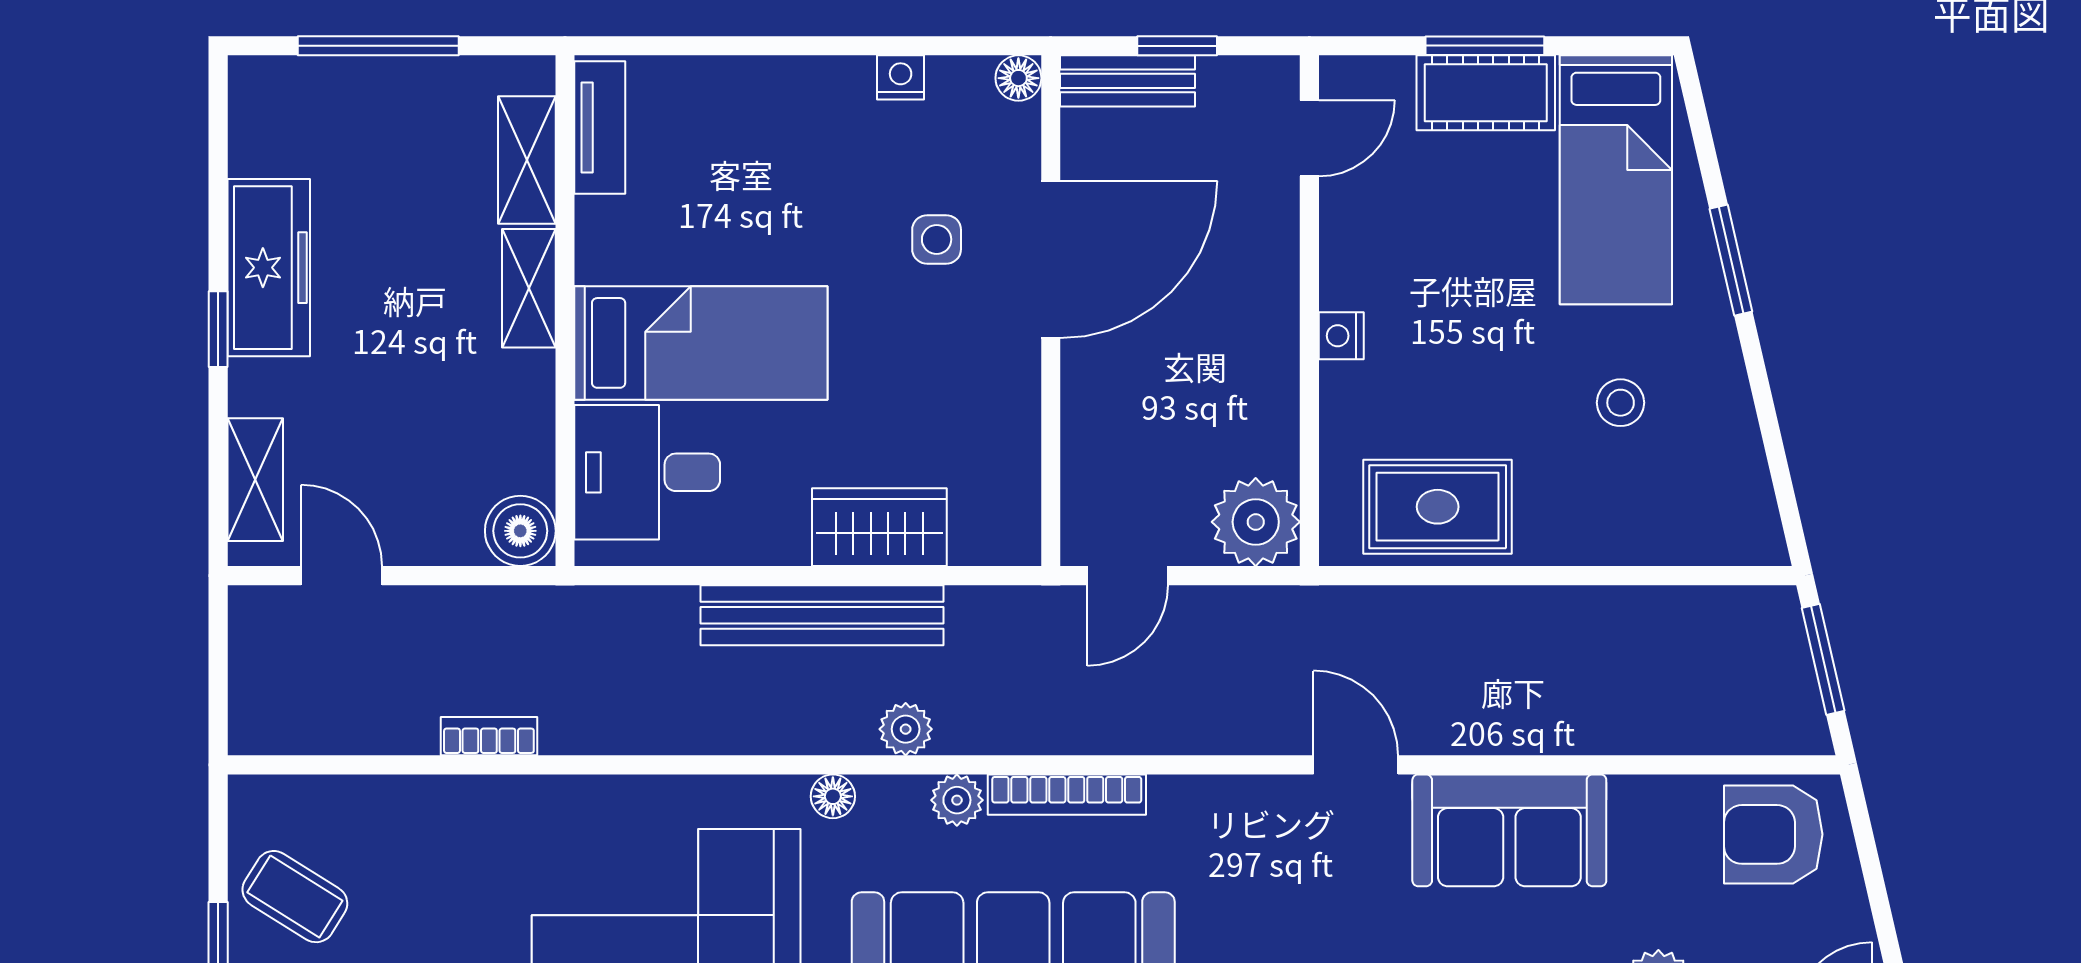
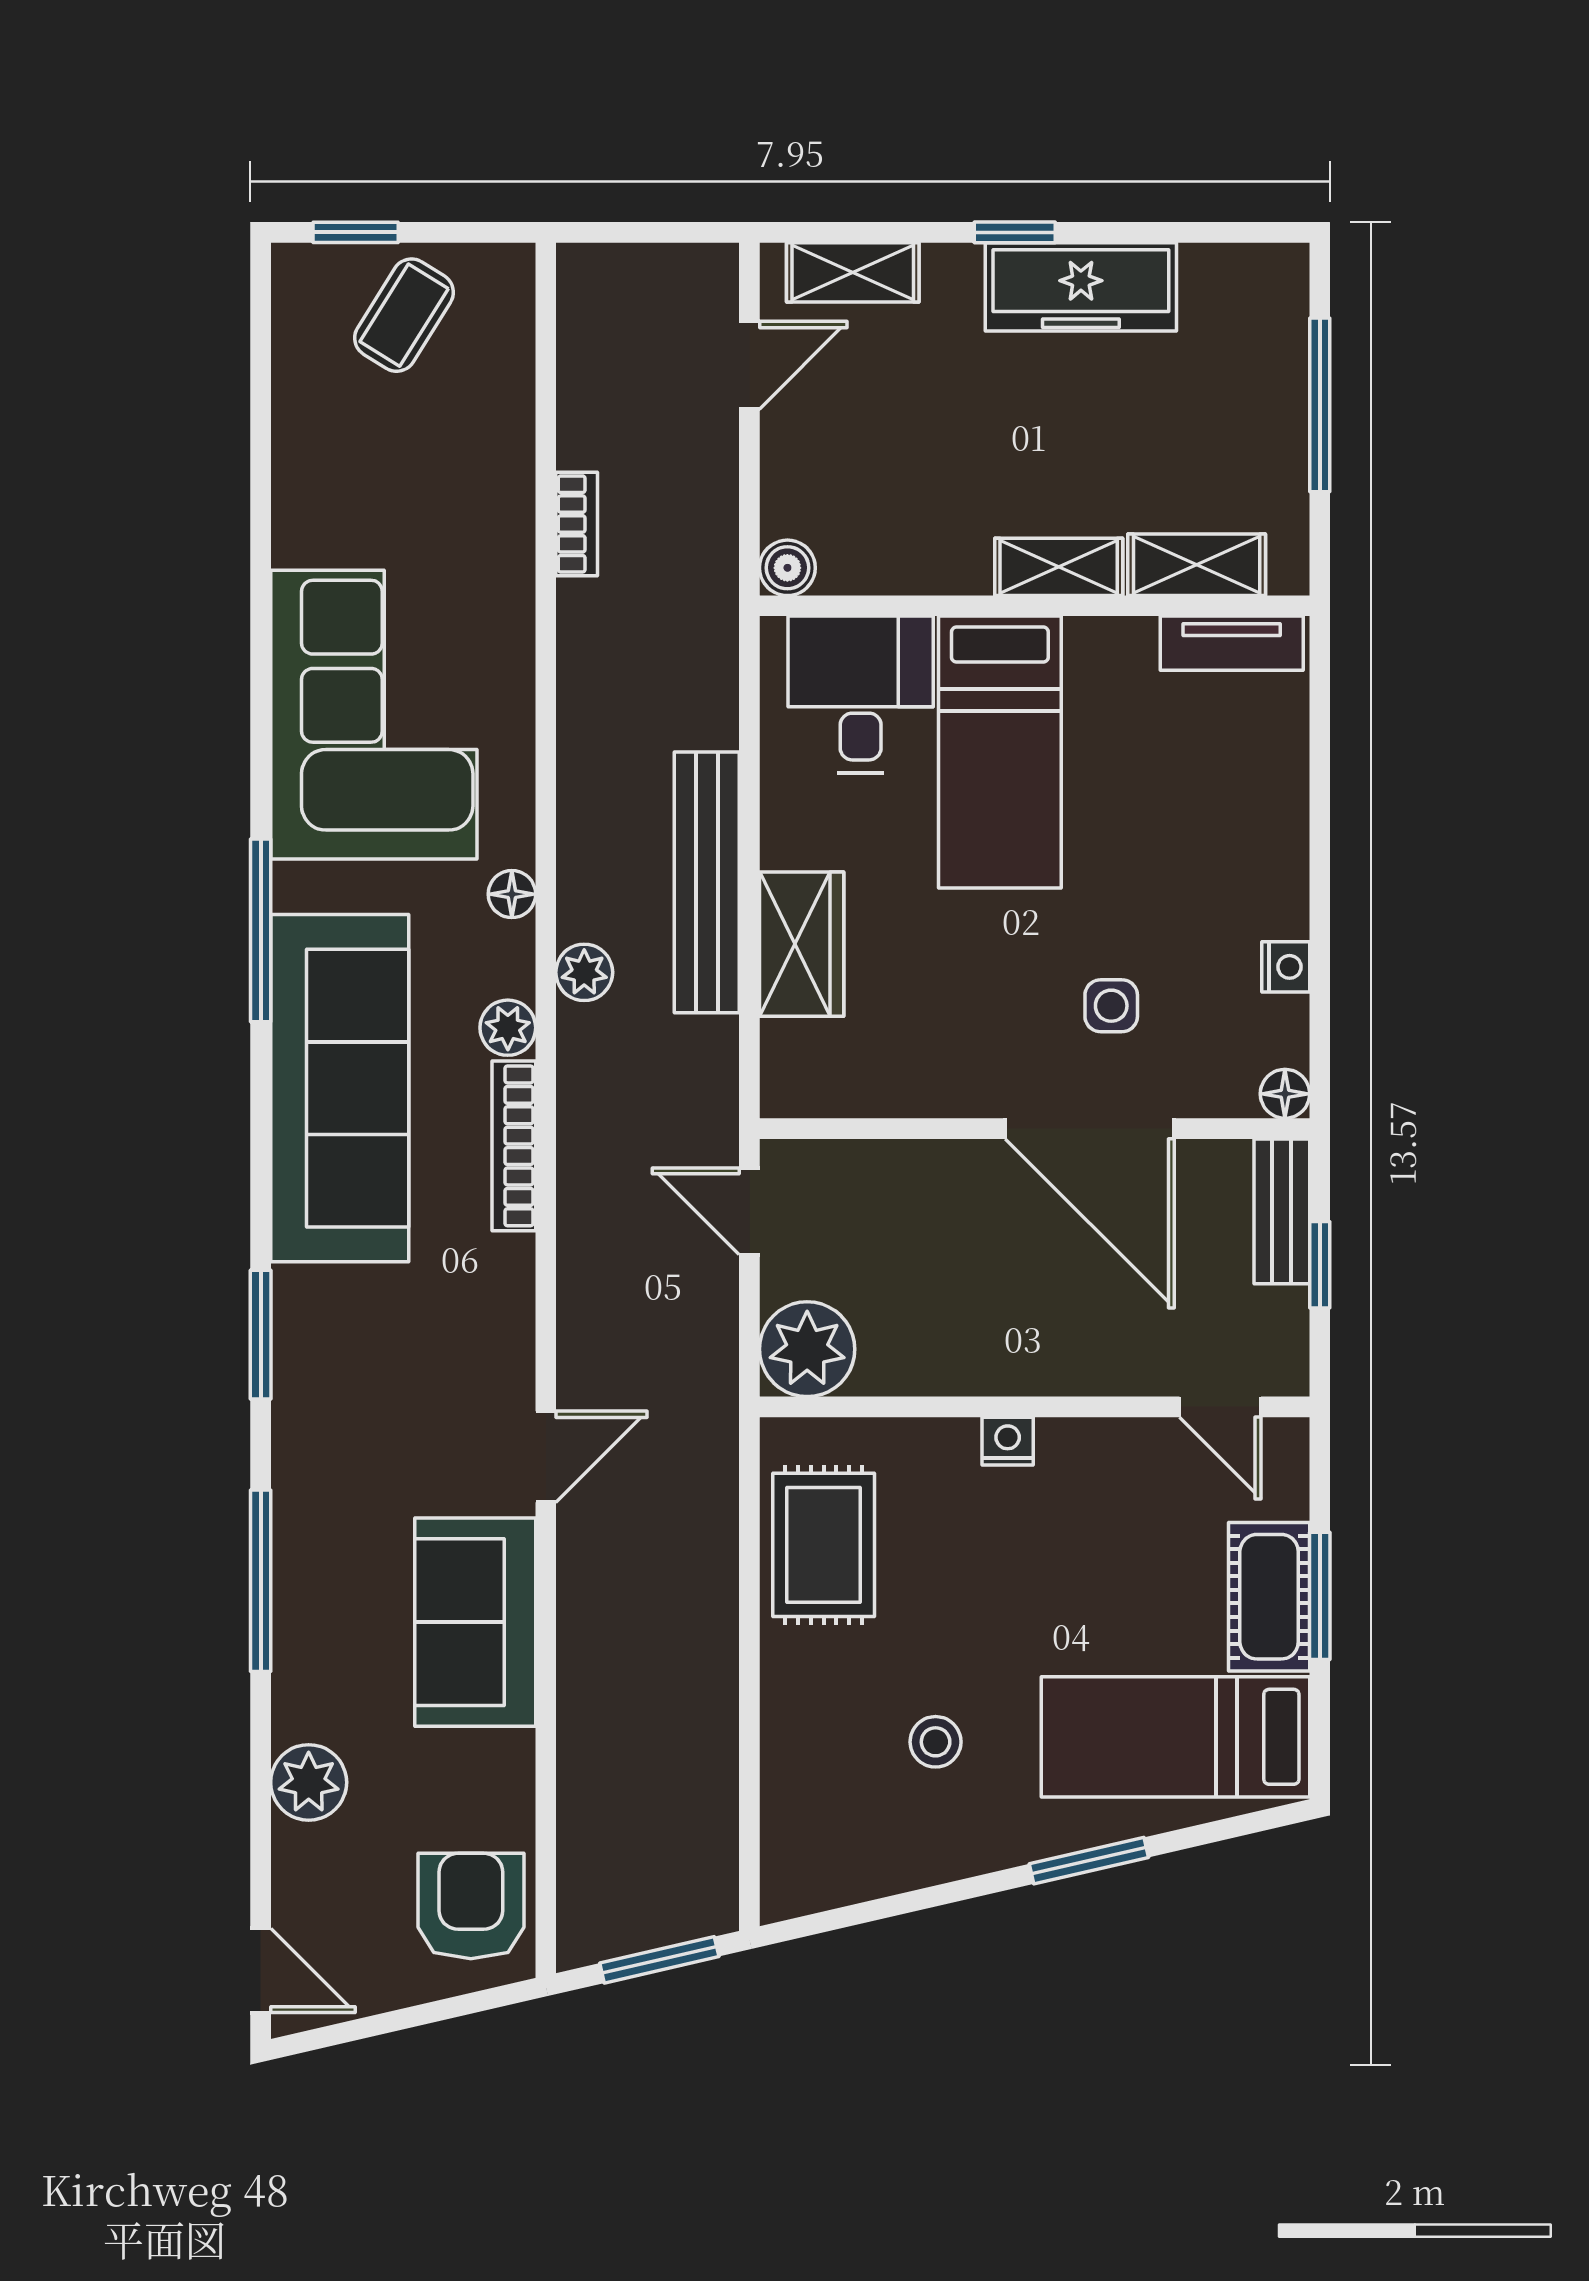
boiler: (520, 531) -> (787, 568), width x0.73, depth x0.73

